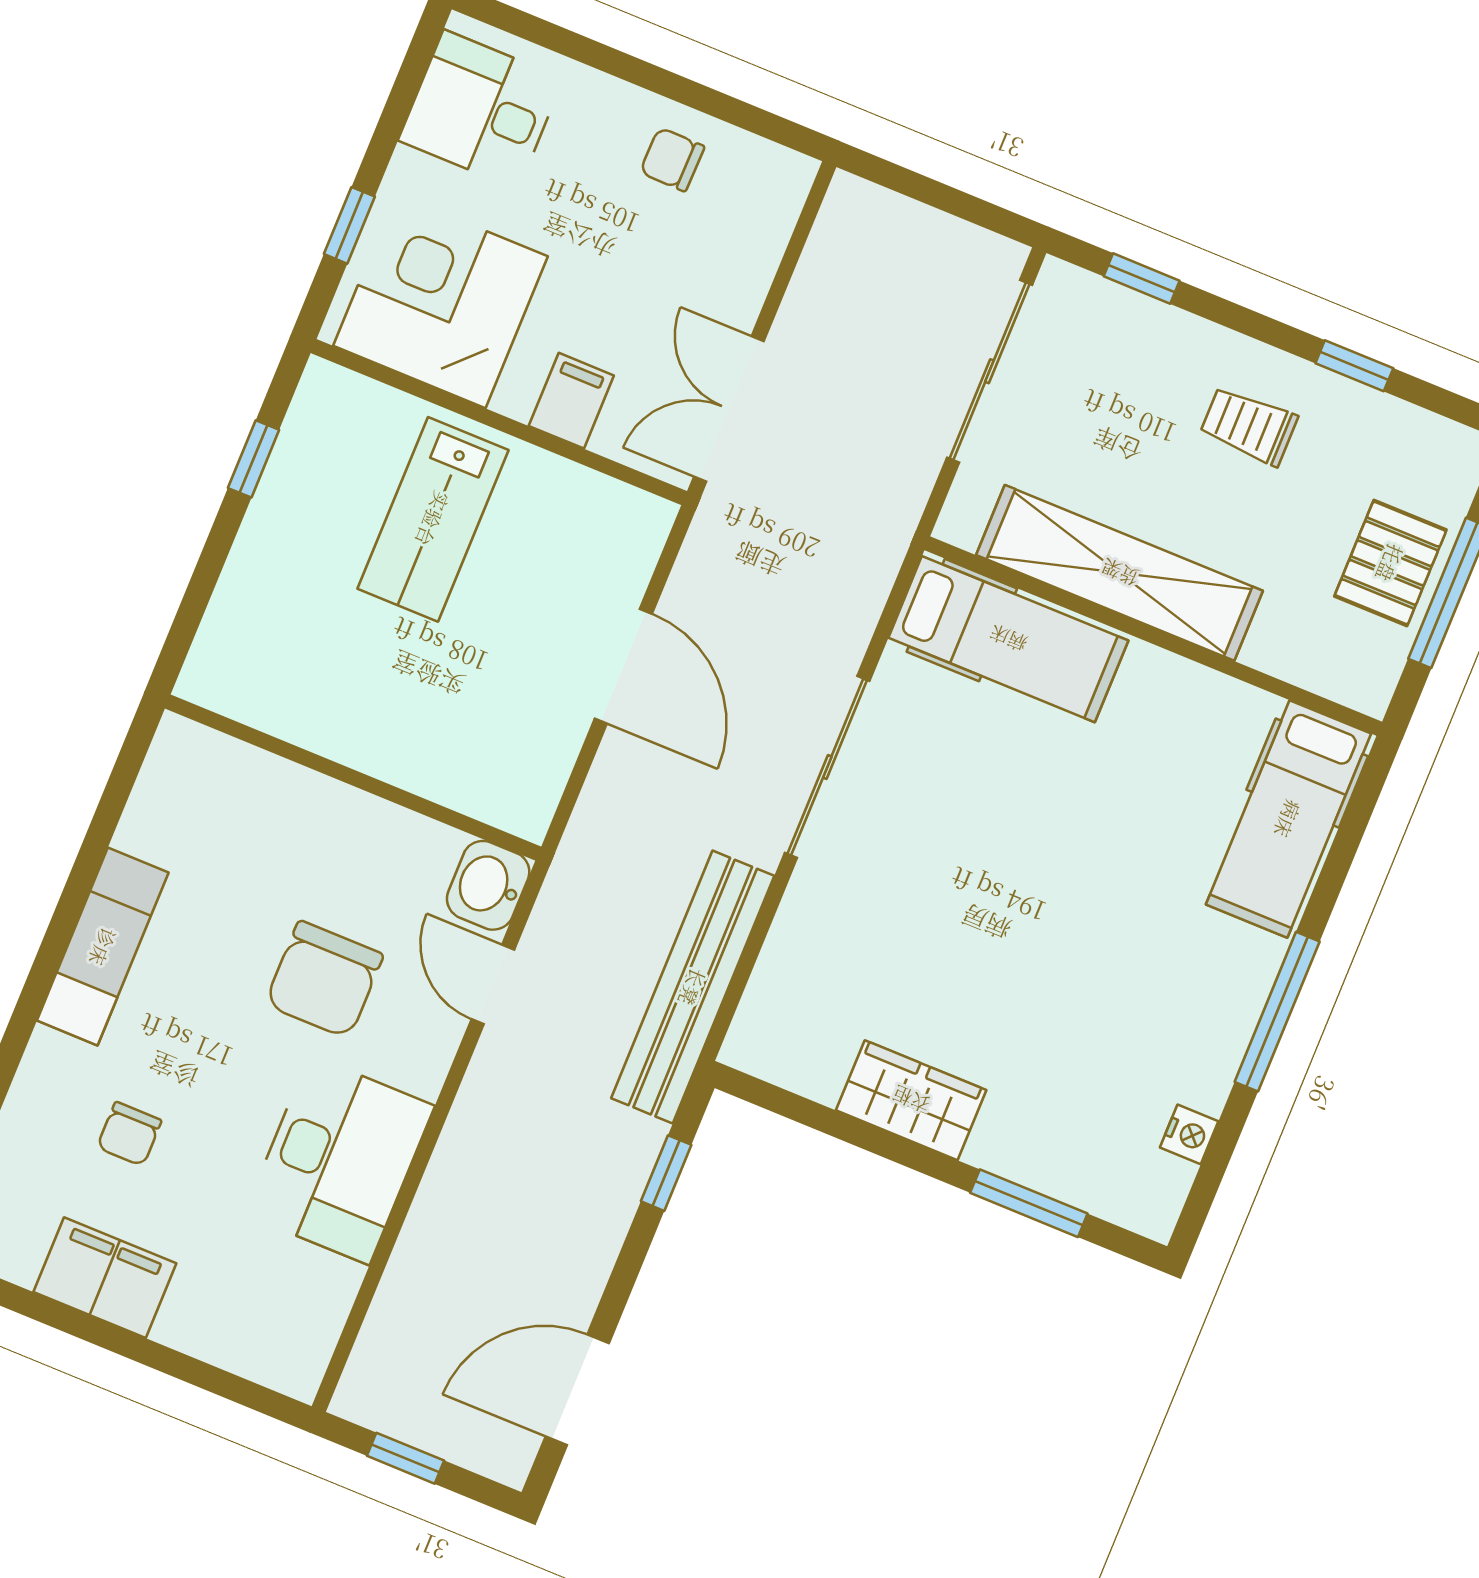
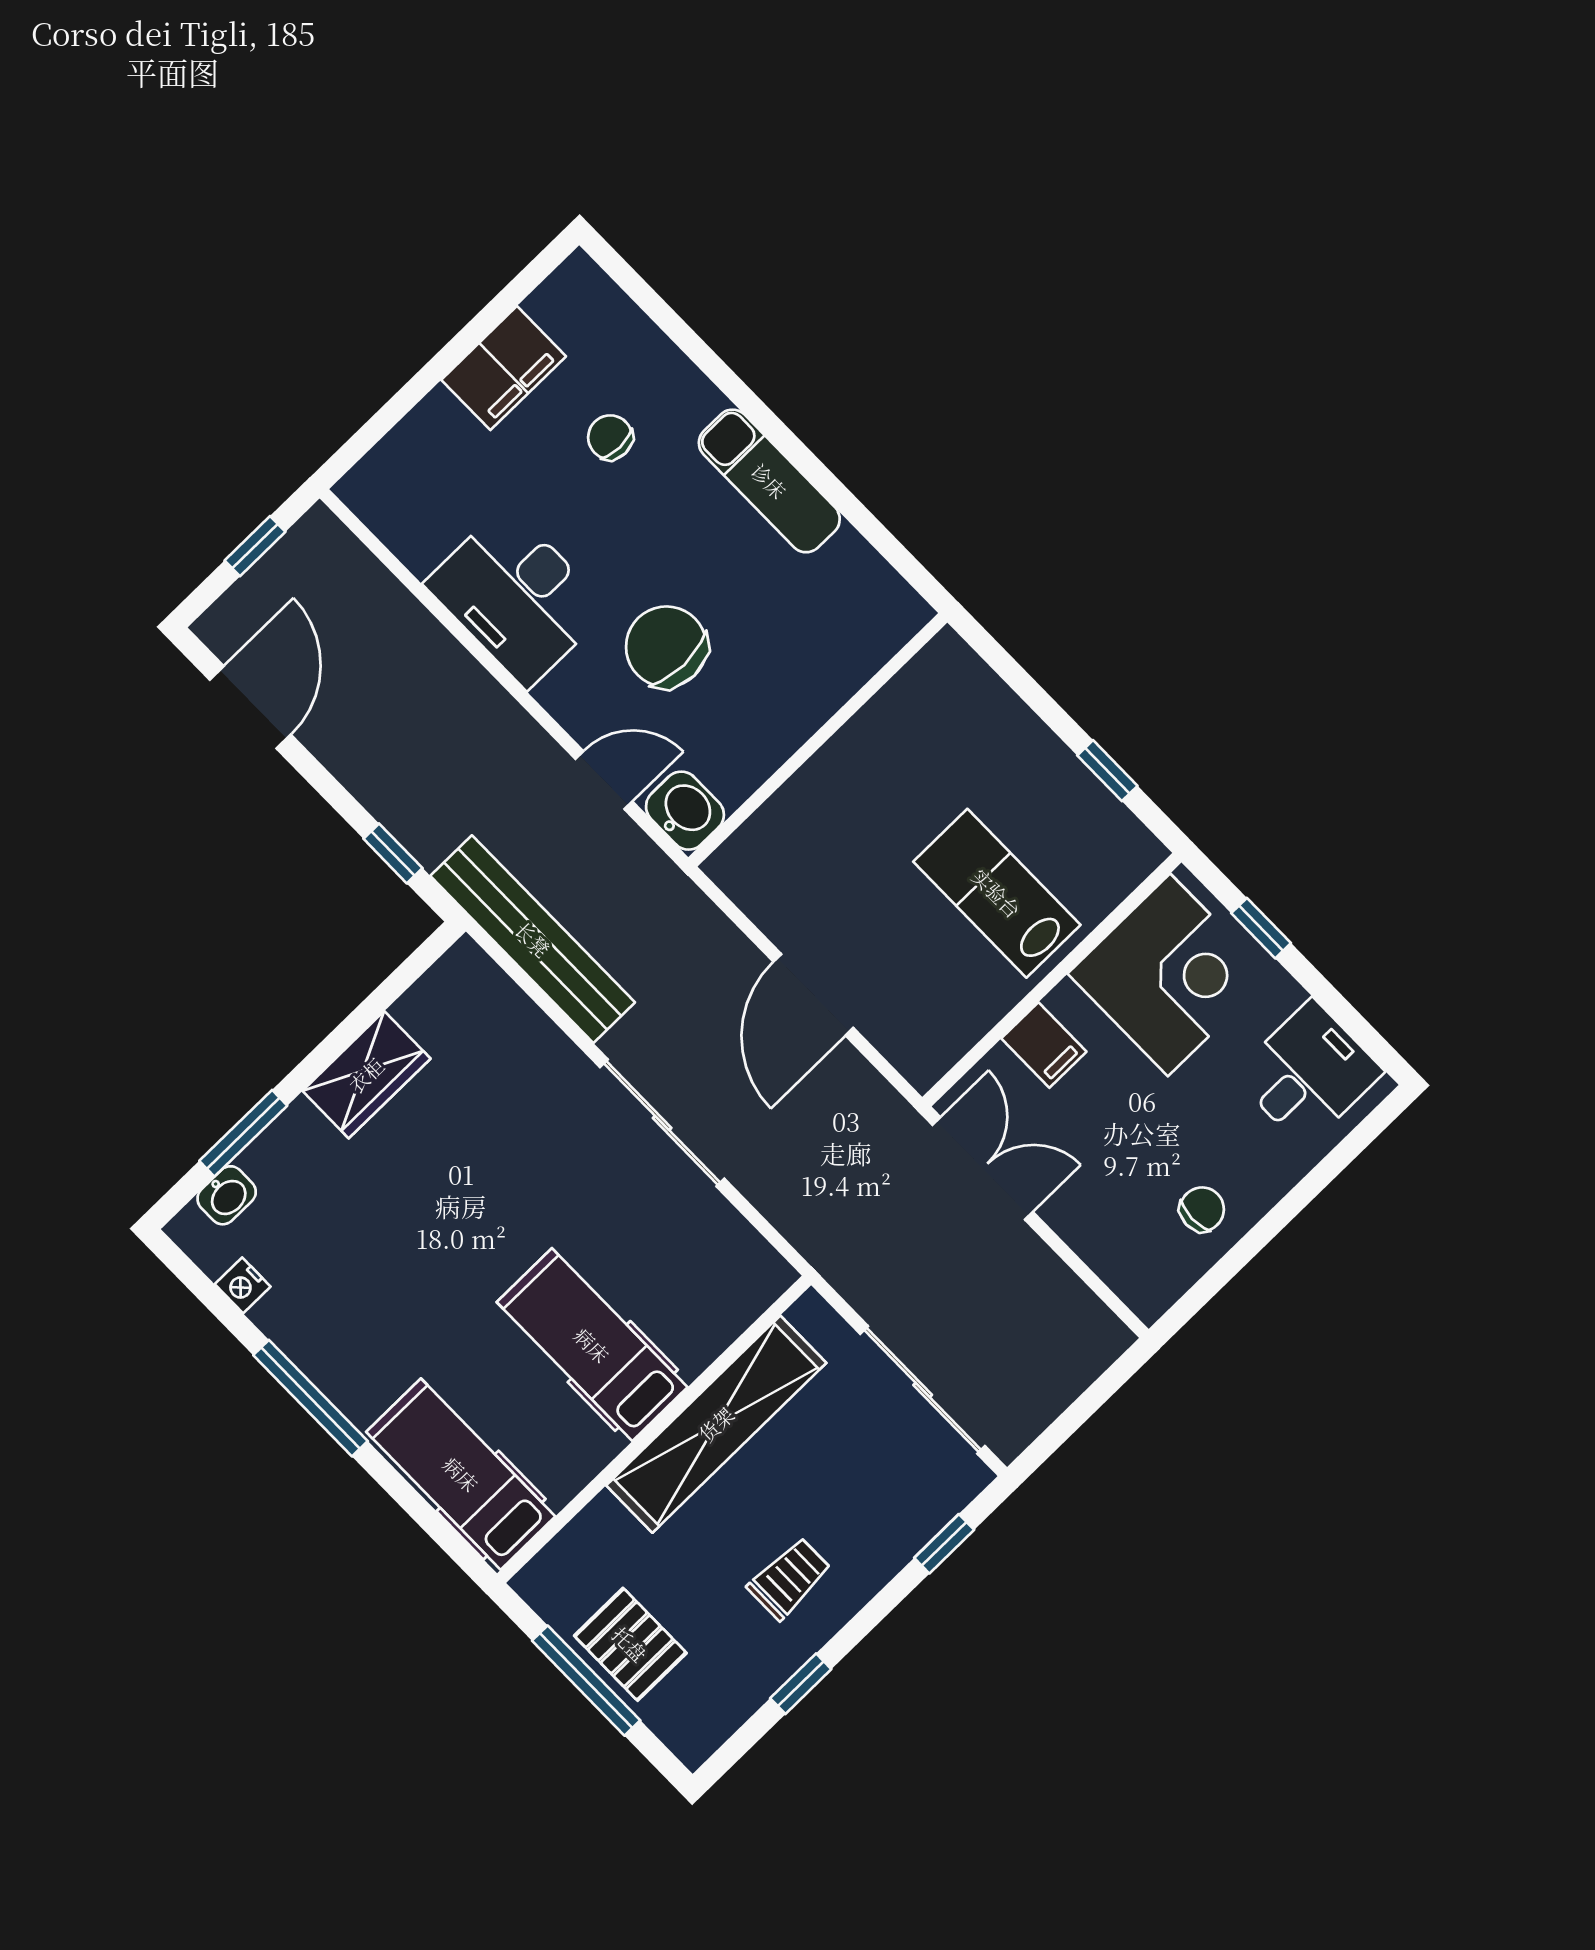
hospital bed: (1008, 639) -> (592, 1345), moved, turned 90
door: (623, 666) -> (813, 995), hinge flipped
washbasin: (1102, 1192) -> (227, 1195), added

